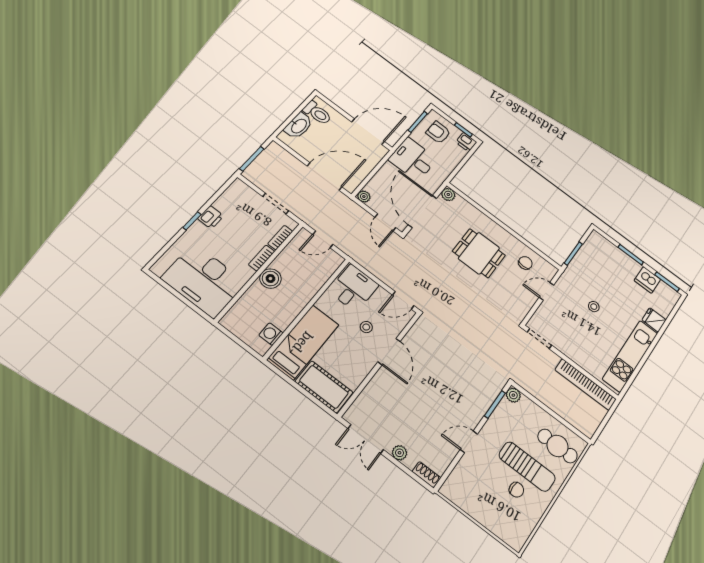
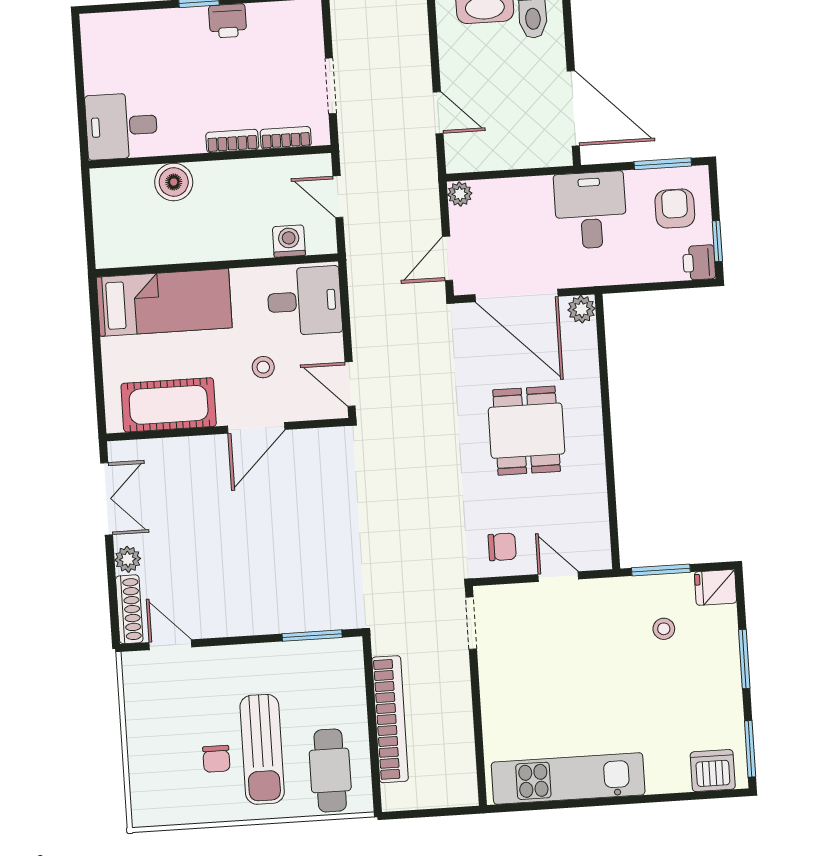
door: (325, 177) -> (438, 113), width x0.53
door: (422, 211) -> (517, 295), swing flipped
chair: (525, 263) -> (502, 547), moved
boiler: (270, 278) -> (174, 182), moved
desk: (204, 280) -> (121, 126), width x0.53, depth x0.77
dishwasher: (647, 280) -> (713, 771), moved, turned 90
stool: (594, 307) -> (664, 629), moved
fridge: (654, 320) -> (715, 587), moved, turned -90
washing machine: (271, 334) -> (289, 241), moved
bookcase: (586, 384) -> (390, 719), moved, turned 180
cot: (324, 387) -> (169, 405), moved, turned 90
plant: (513, 395) -> (349, 651), removed
double door: (366, 439) -> (107, 499), swing flipped
door: (469, 442) -> (170, 645), moved
shoe rack: (426, 475) -> (129, 609), width x1.43

